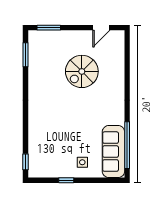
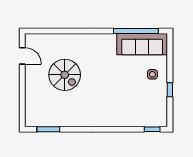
window: (49, 28) -> (22, 107), removed

